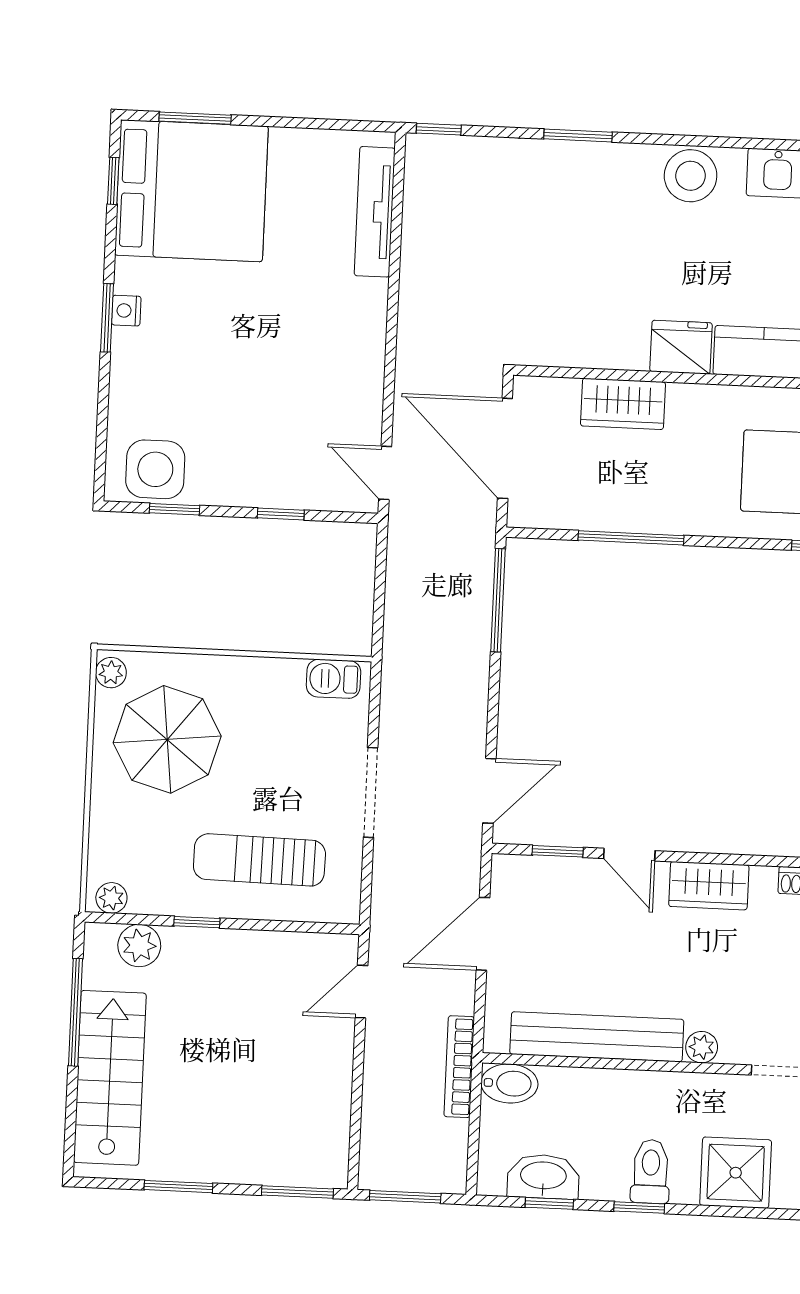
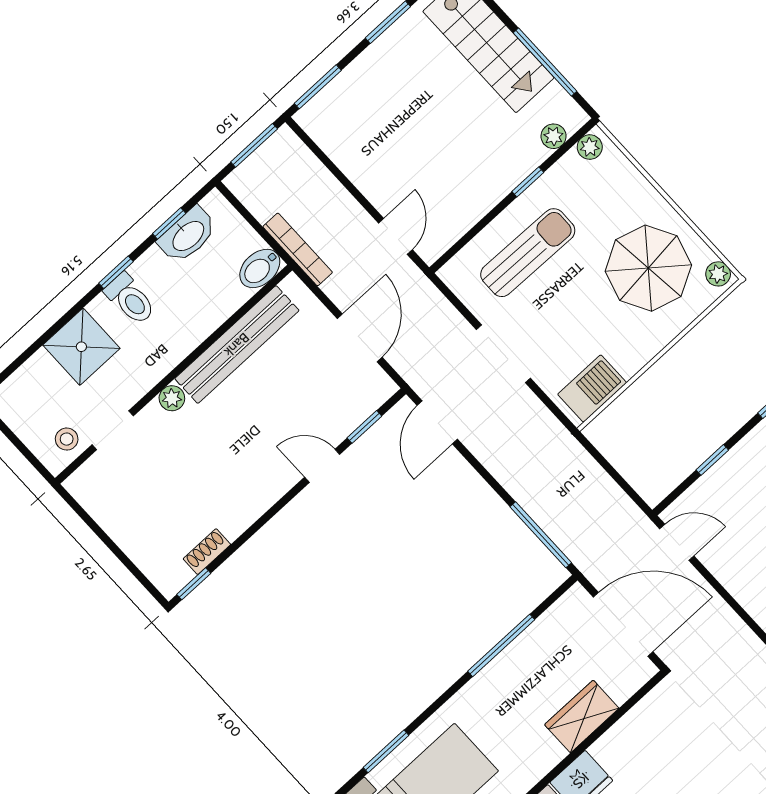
barbecue: (334, 679) -> (592, 388), width x1.38, depth x1.27
wardrobe: (709, 886) -> (260, 493), removed
plant: (139, 946) -> (554, 136), width x0.73, depth x0.73

